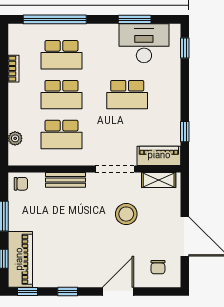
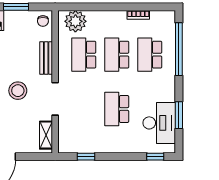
plant: (15, 138) -> (75, 21), width x1.88, depth x1.88
piano: (159, 156) -> (66, 135), removed
stool: (126, 214) -> (18, 91), moved

